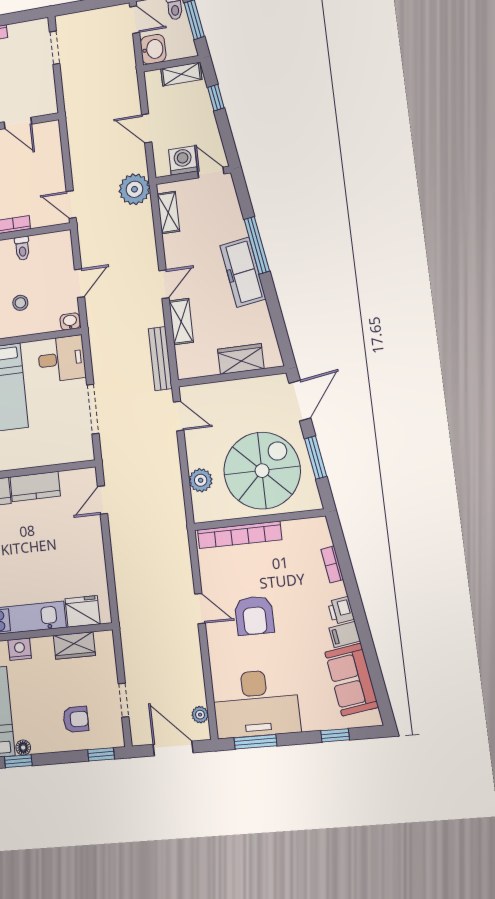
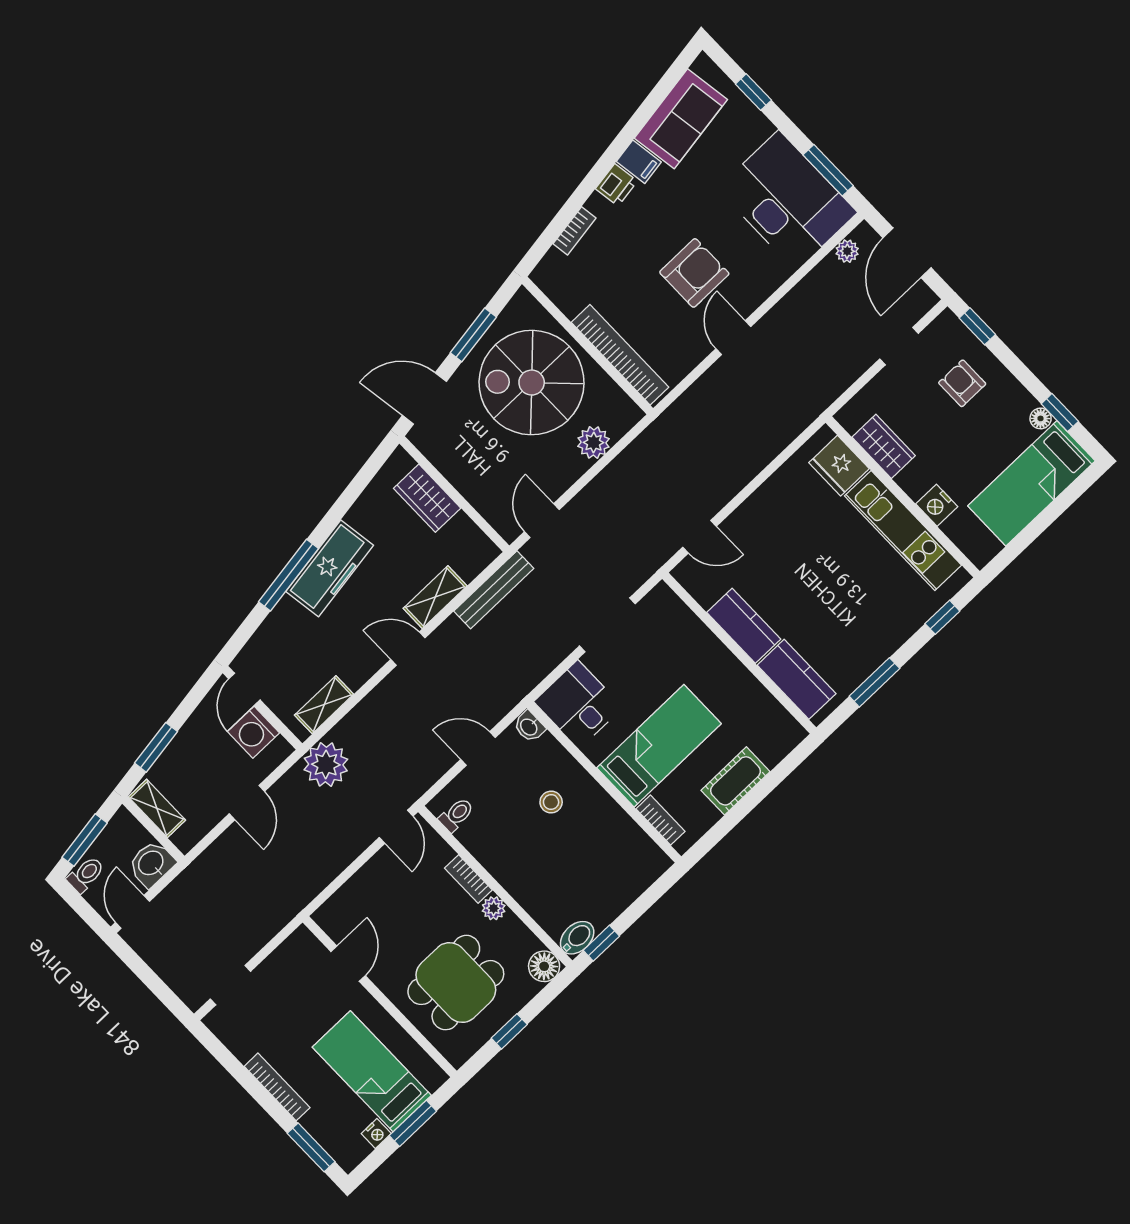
window: (216, 98) -> (156, 747), width x1.50
toilet: (22, 248) -> (456, 815), moved

